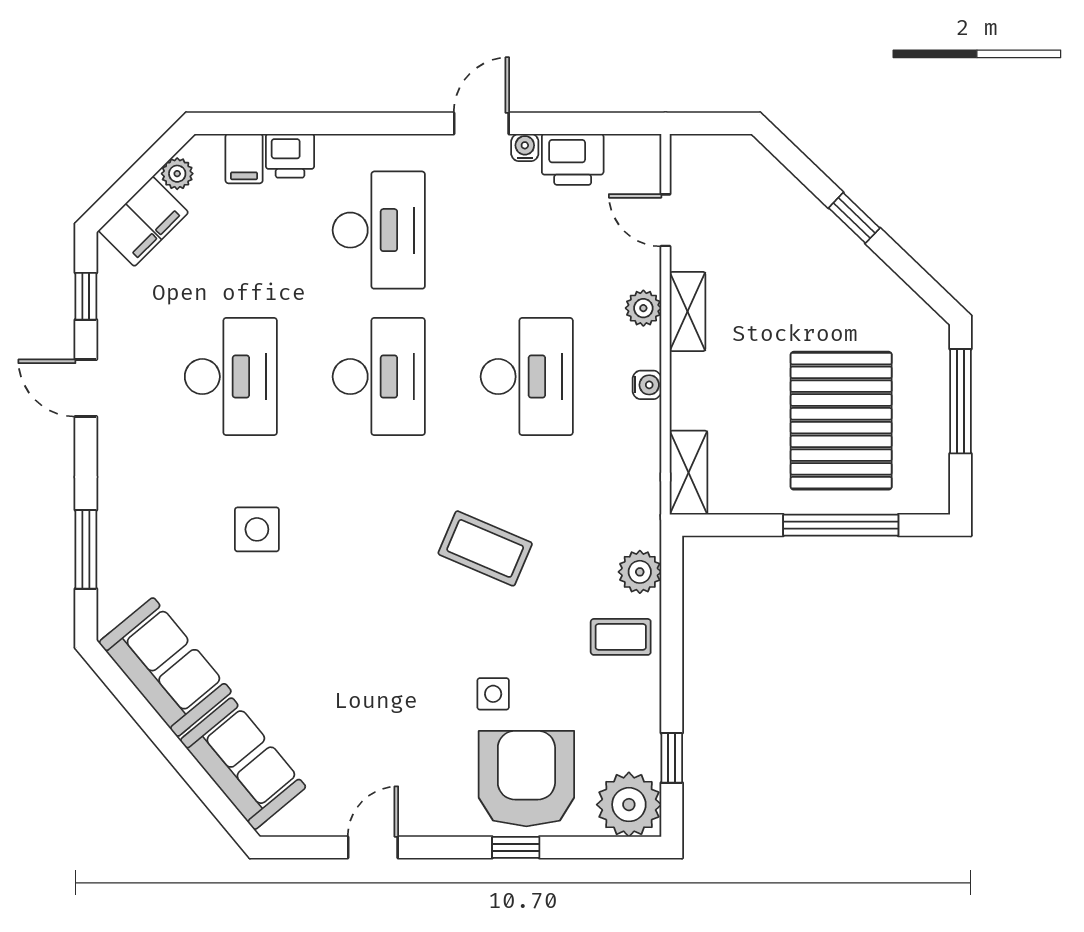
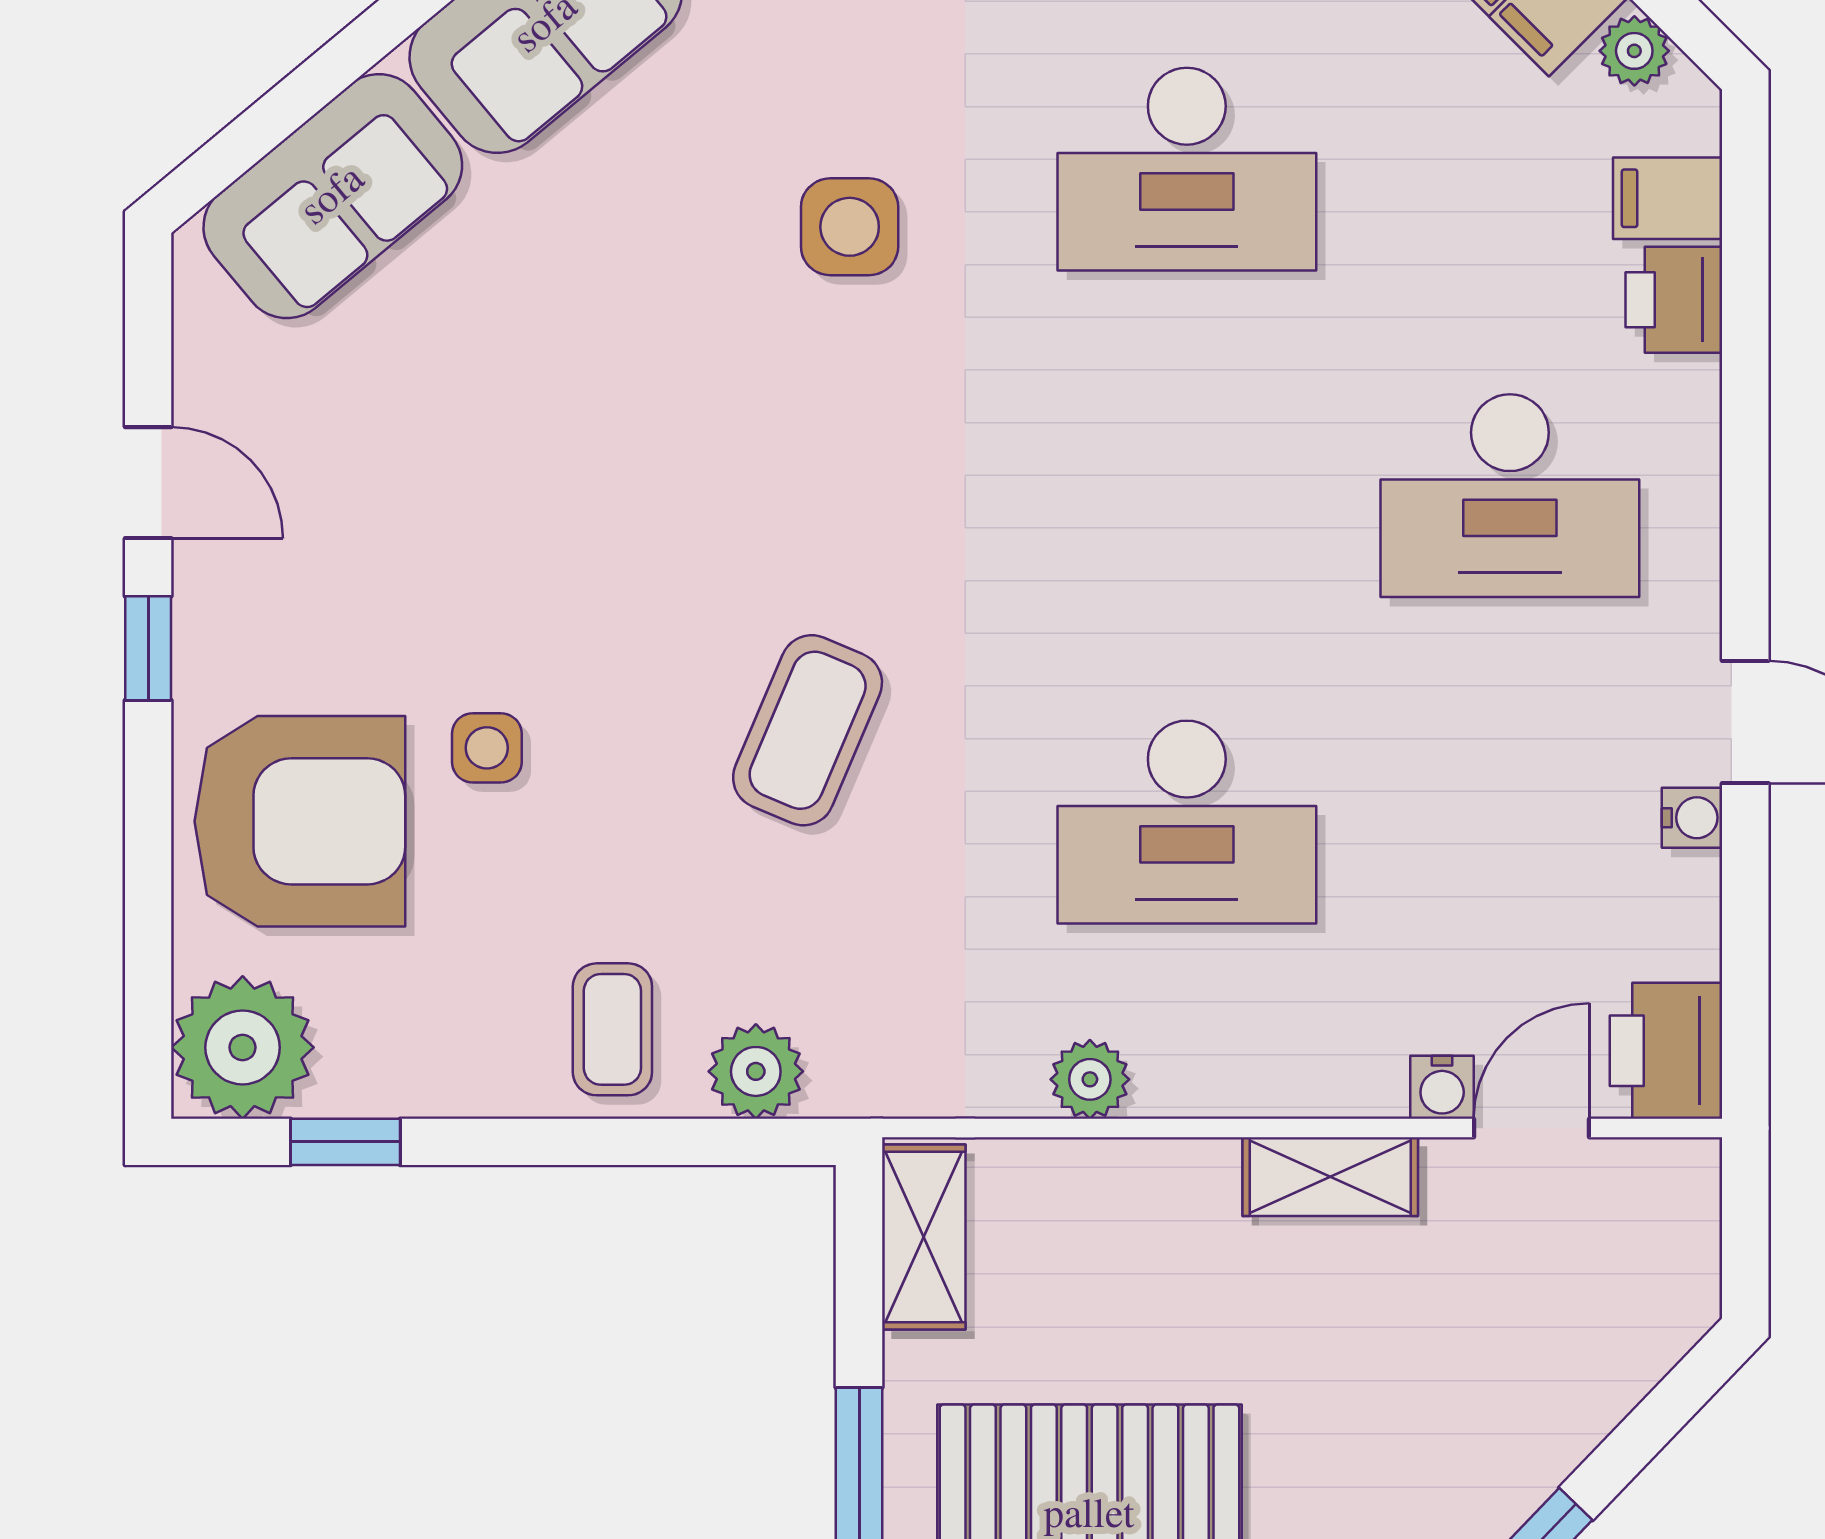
printer: (573, 159) -> (1666, 1051), moved
plant: (643, 308) -> (1090, 1079), moved
desk: (379, 377) -> (1187, 496), removed
water cooler: (647, 385) -> (1442, 1087), moved
shelving: (689, 473) -> (924, 1237), moved, turned 90
window: (516, 847) -> (148, 648), moved

